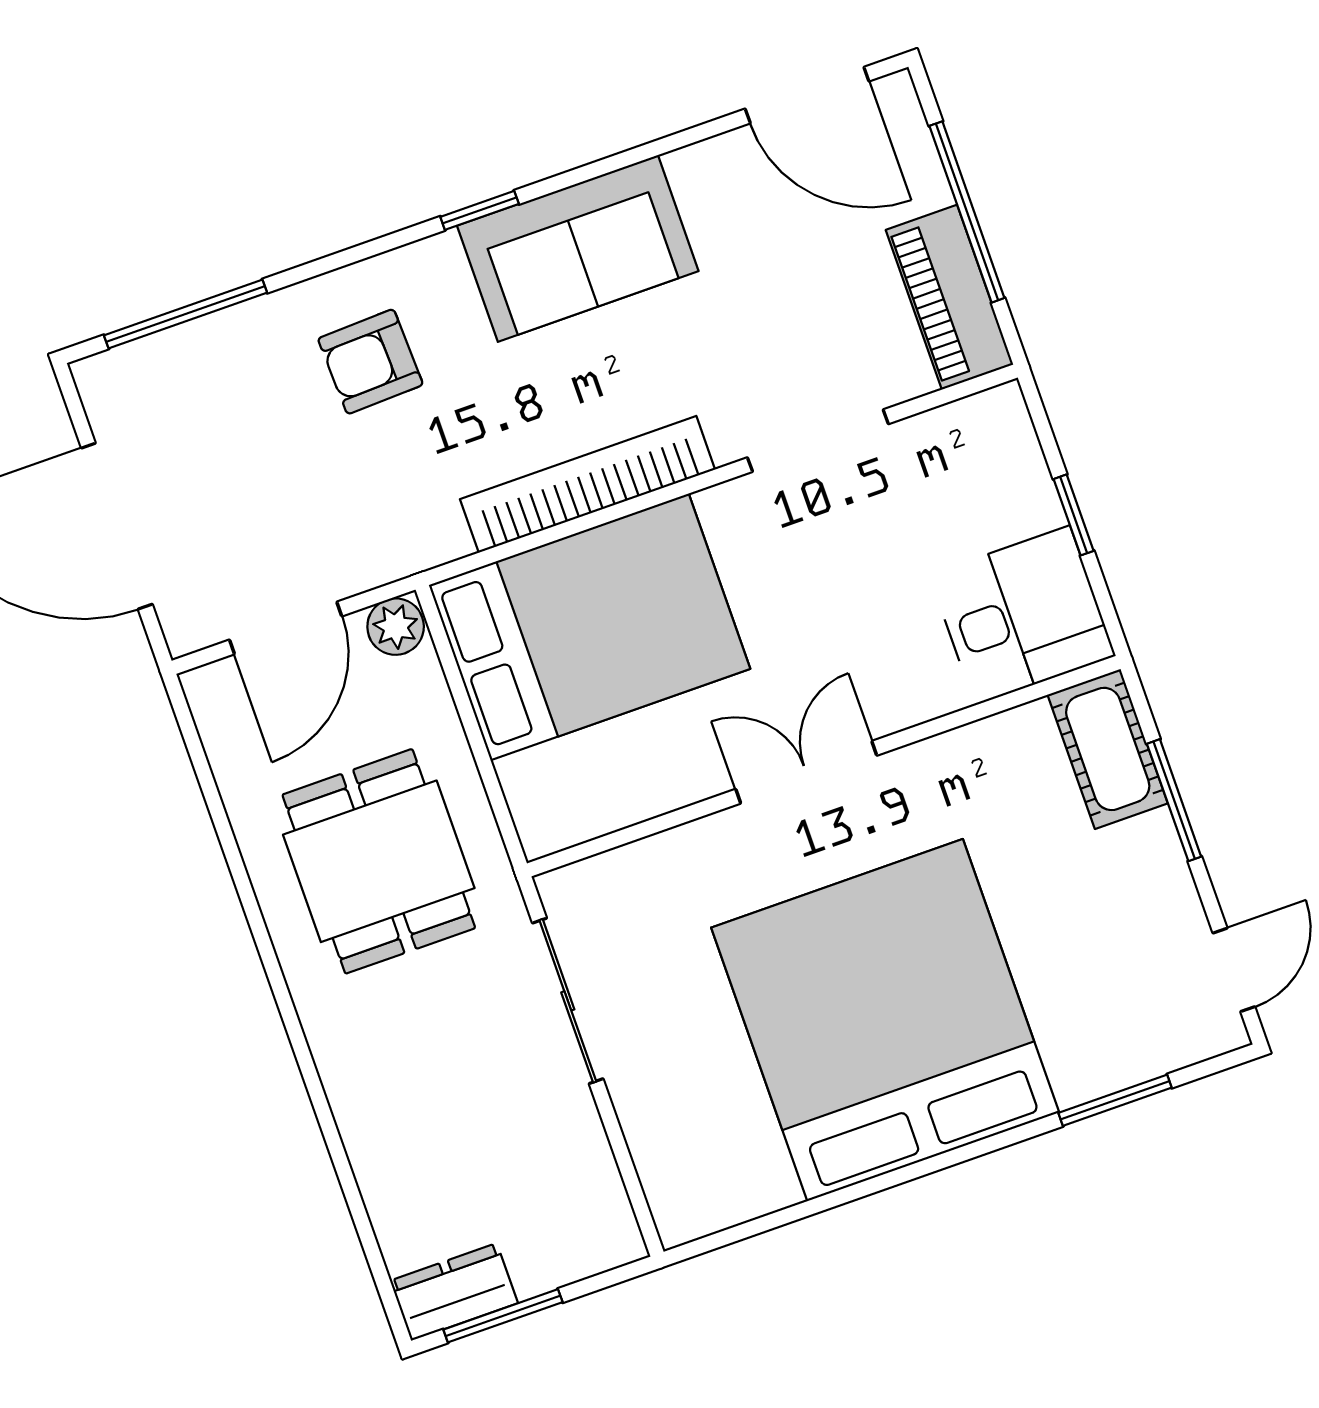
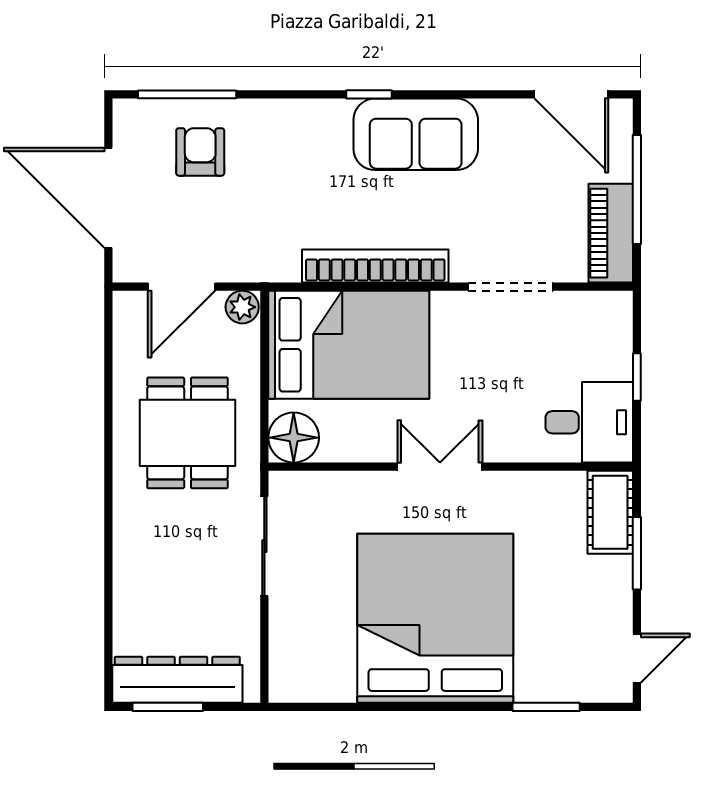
armchair: (370, 362) -> (200, 152), moved, turned 92
floor lamp: (553, 808) -> (294, 438), added
dresser: (454, 1292) -> (177, 680), width x1.96, depth x1.24

